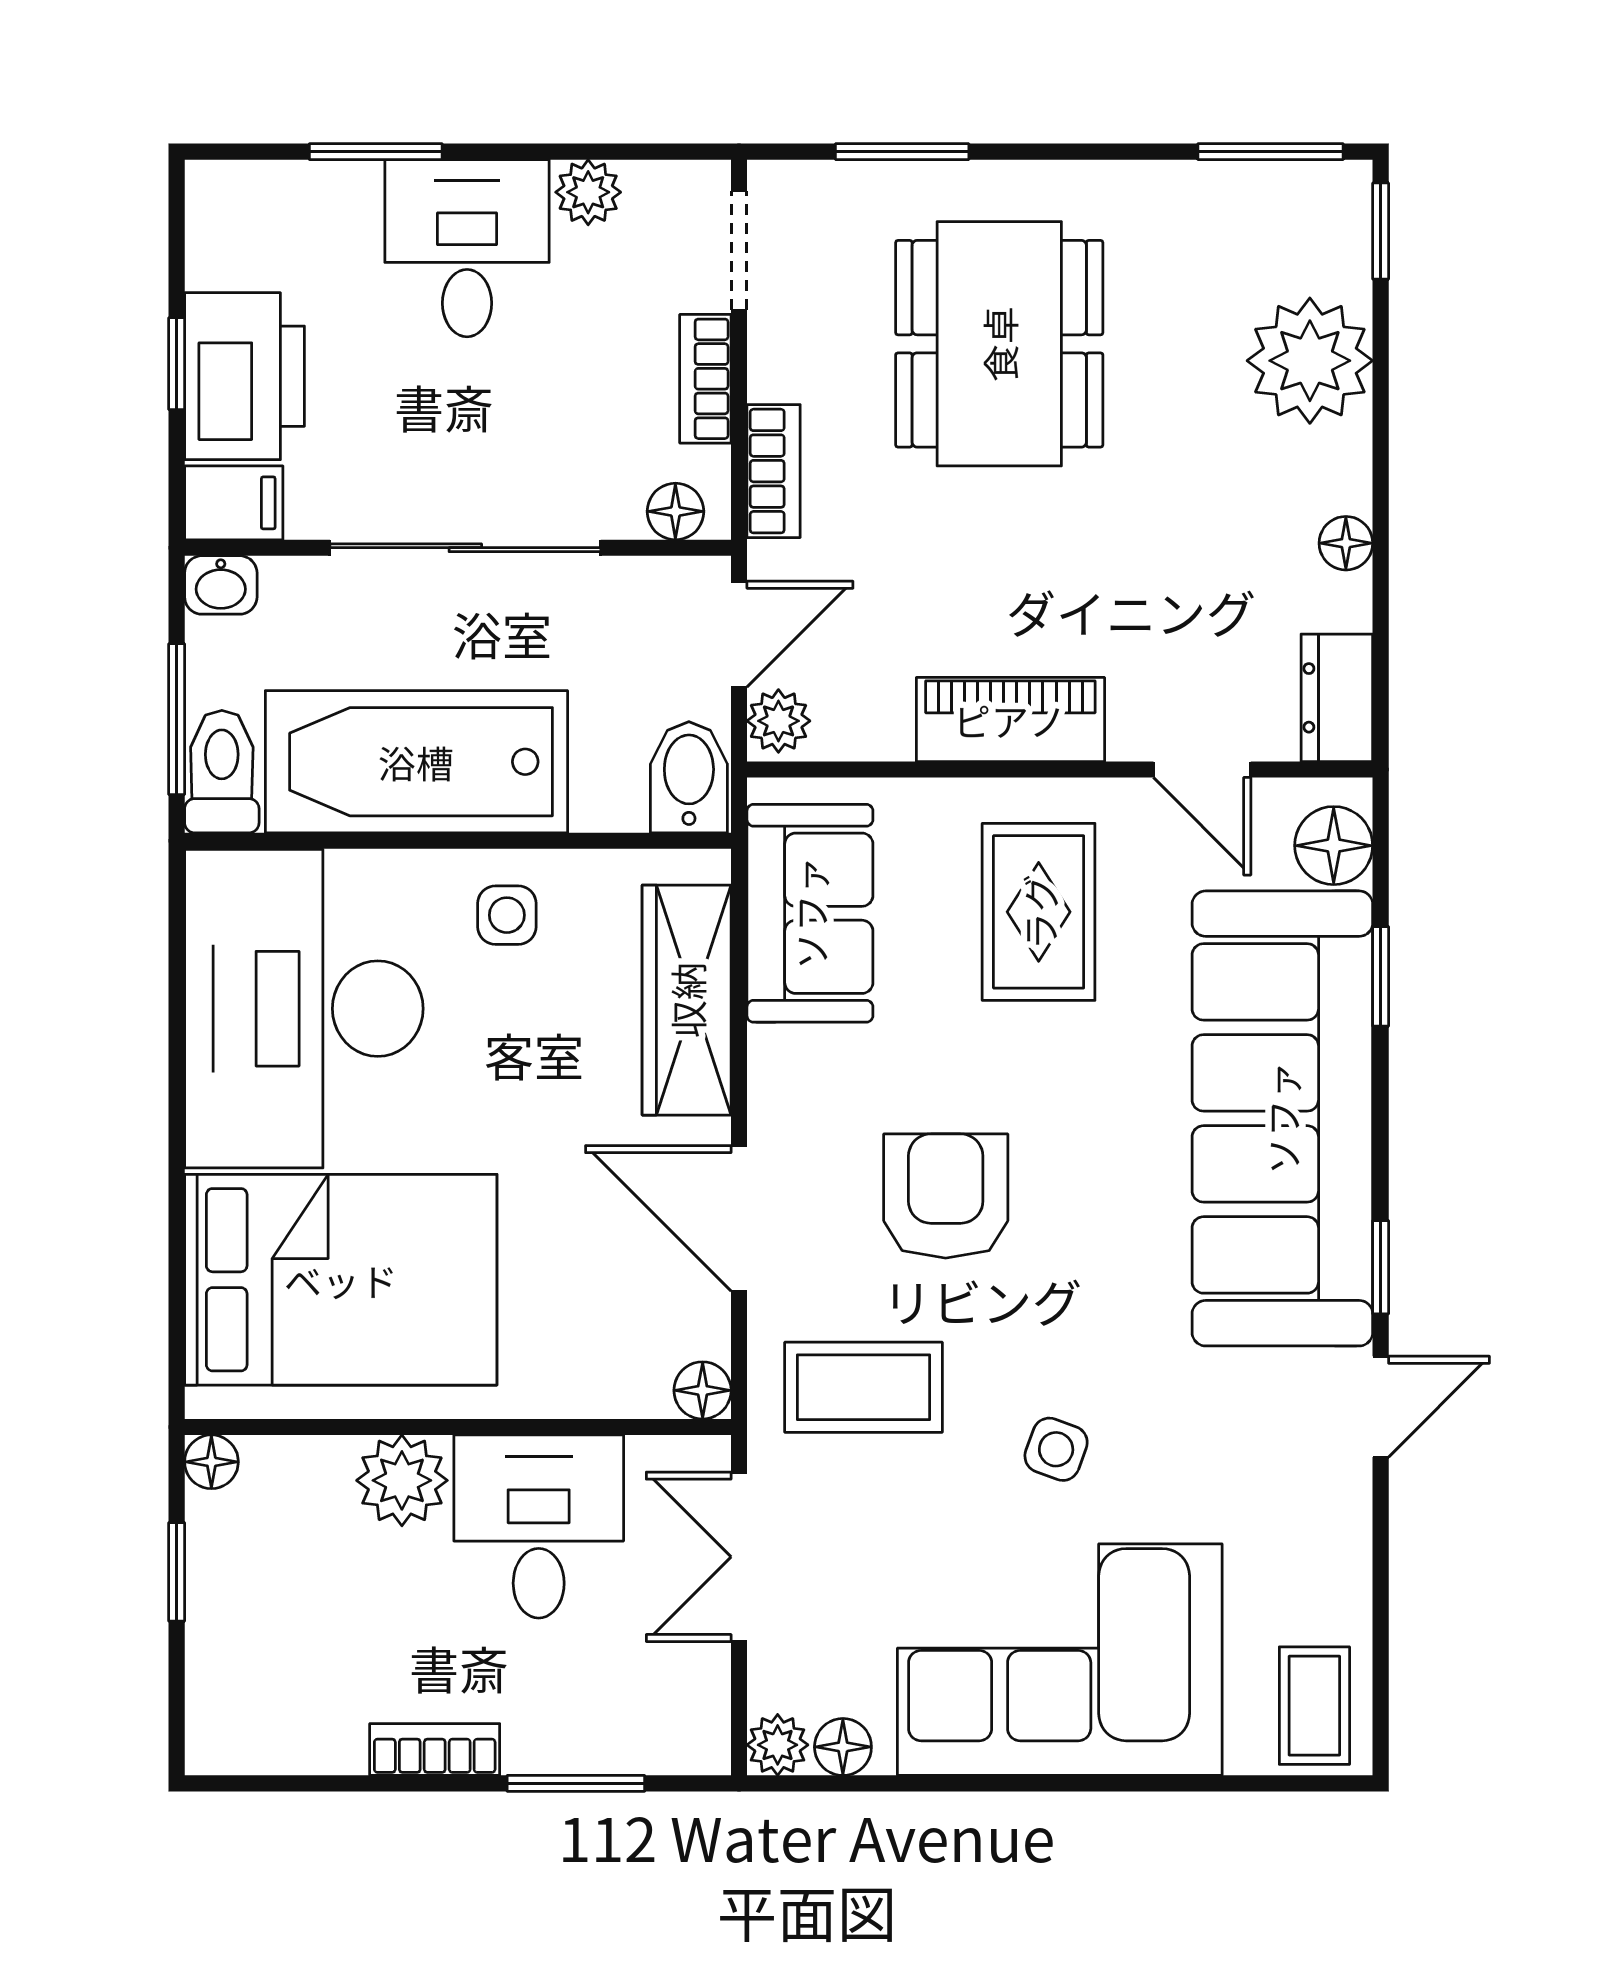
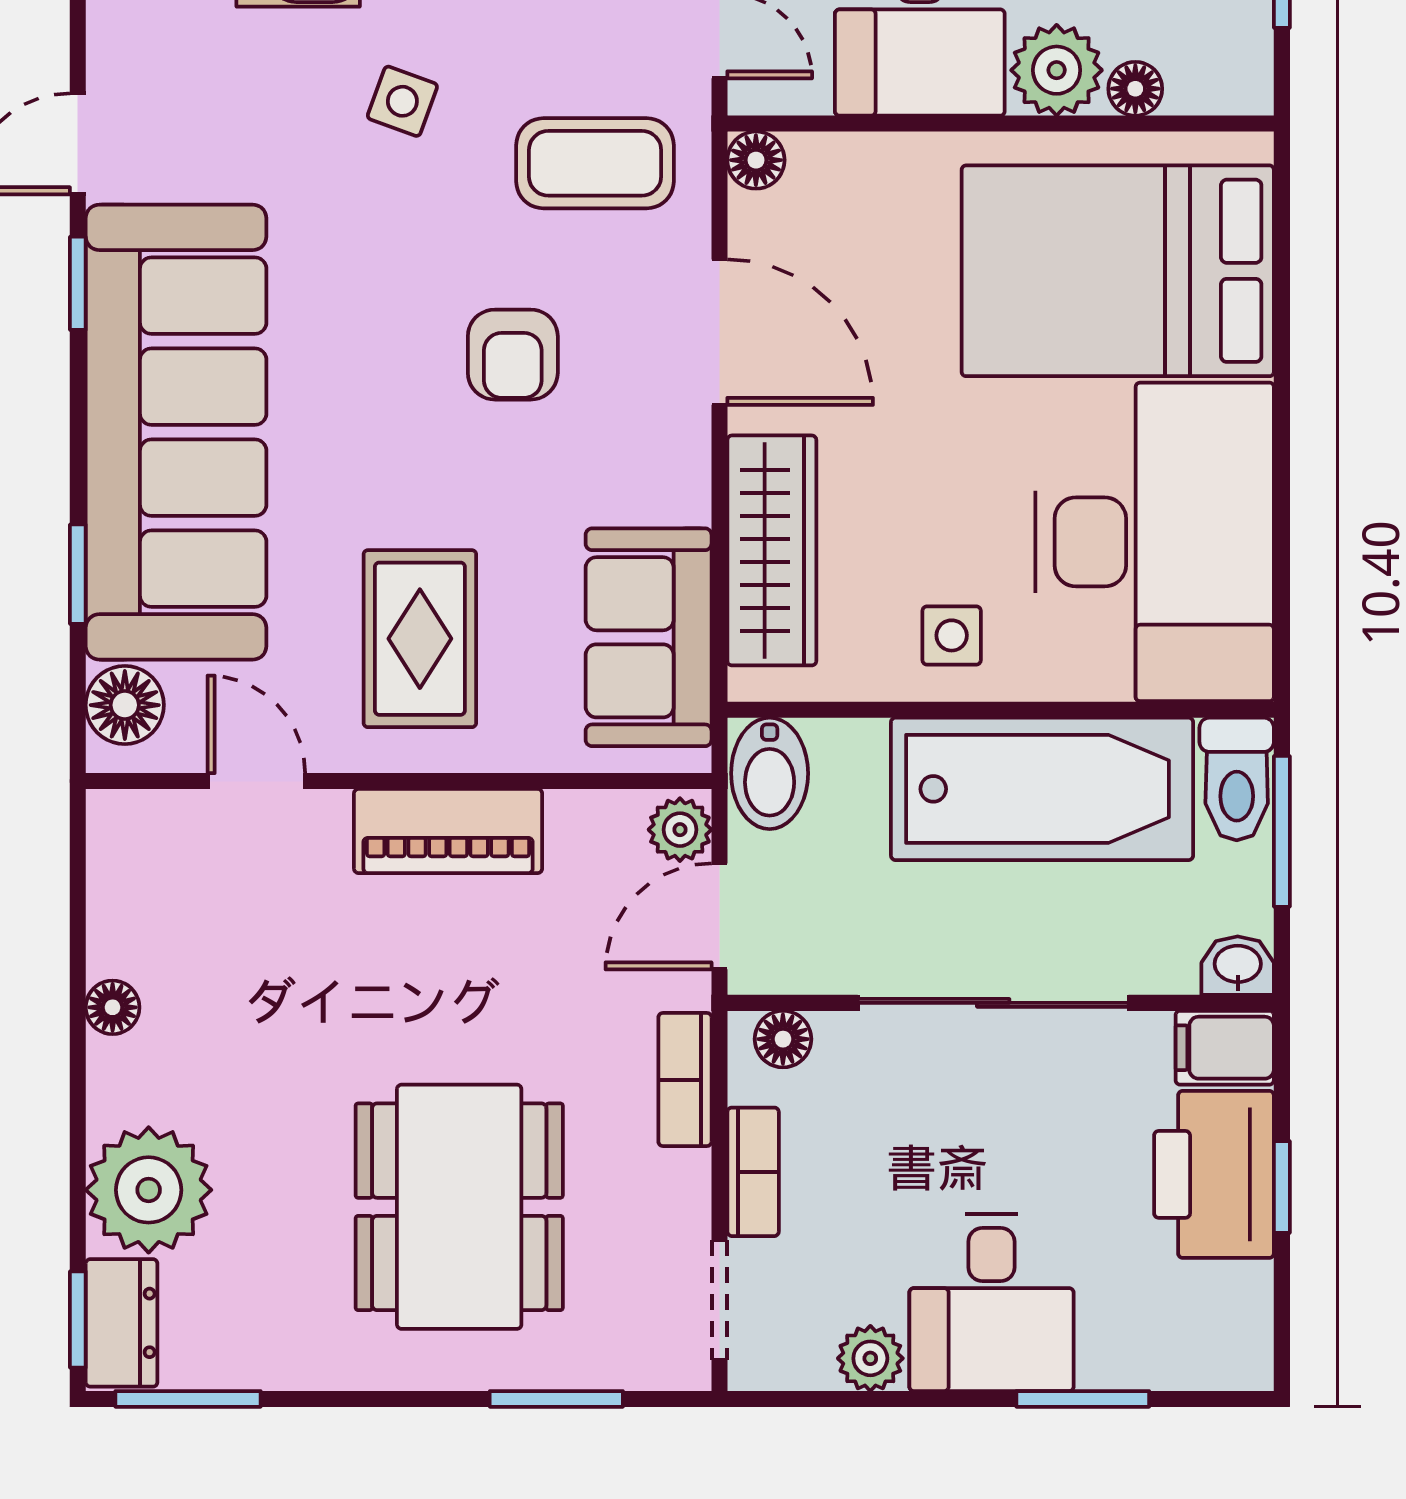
dresser: (1337, 698) -> (122, 1323), moved
armchair: (946, 1196) -> (513, 355), width x0.72, depth x0.72
floor lamp: (211, 1462) -> (1135, 89), moved

